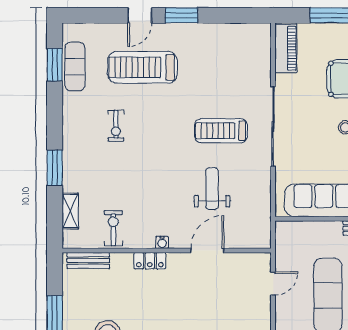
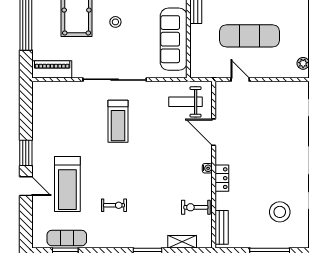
weight bench: (212, 189) -> (186, 102), moved

